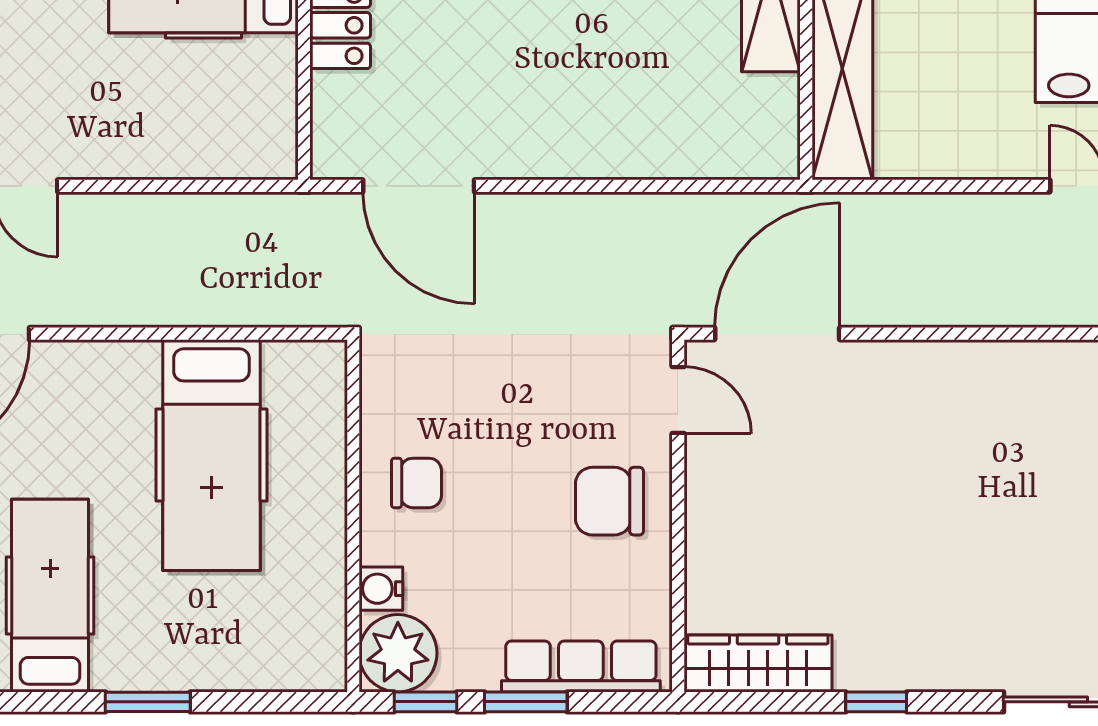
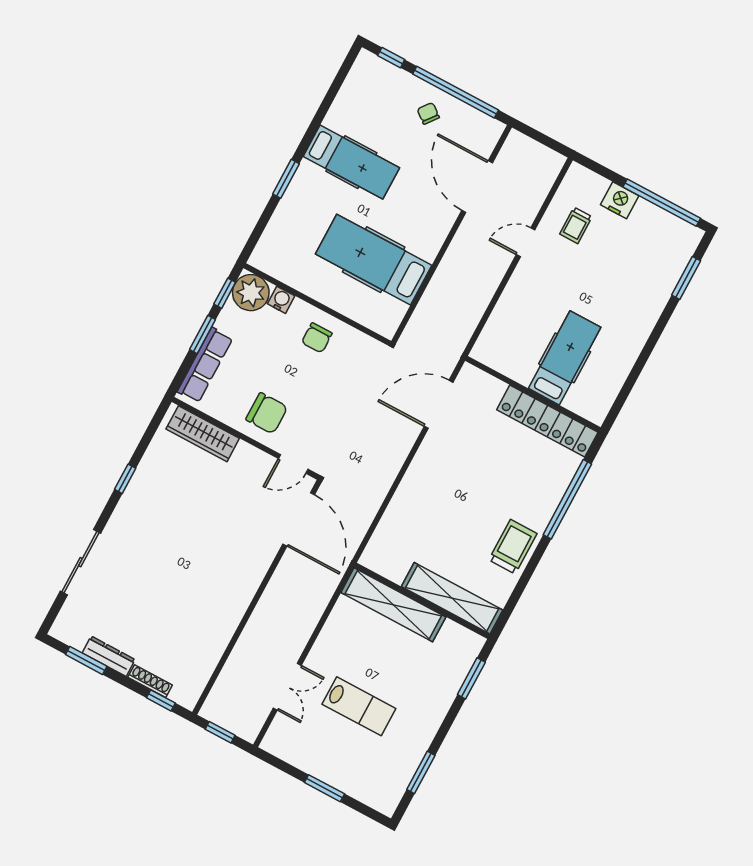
chair: (609, 501) -> (267, 413), turned 90
wardrobe: (758, 663) -> (203, 434), moved, turned 90

